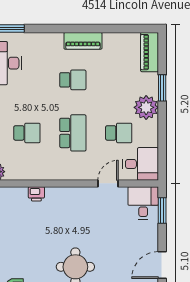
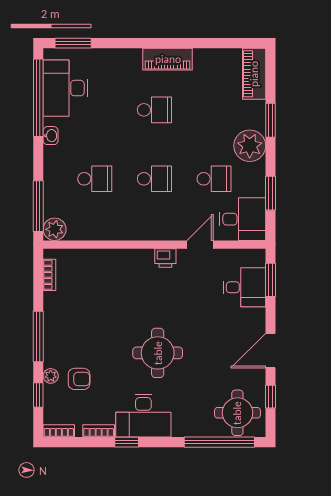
school desk: (73, 133) -> (154, 179), width x0.54
window: (162, 144) -> (271, 193), added
printer: (36, 194) -> (165, 258), moved
desk: (143, 203) -> (244, 287), moved, turned 90

